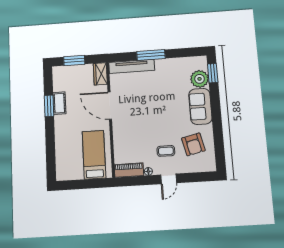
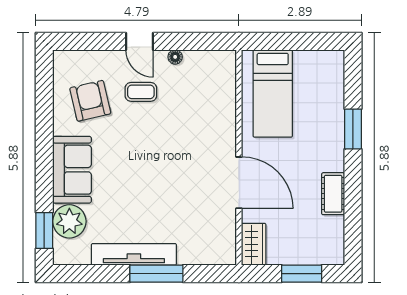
tv unit: (132, 66) -> (134, 254), moved
window: (49, 106) -> (353, 129), moved
piano: (129, 170) -> (210, 61), removed
door: (169, 179) -> (140, 41), swing flipped

